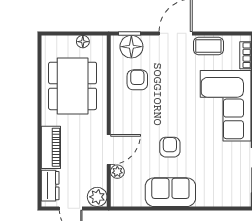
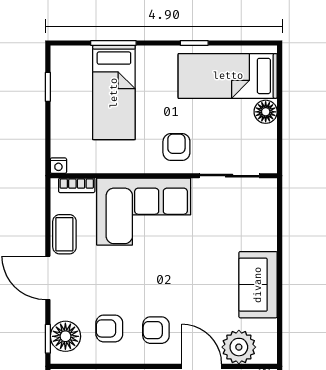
armchair: (170, 147) -> (156, 330), moved
plant: (117, 172) -> (239, 347), width x1.87, depth x1.87

